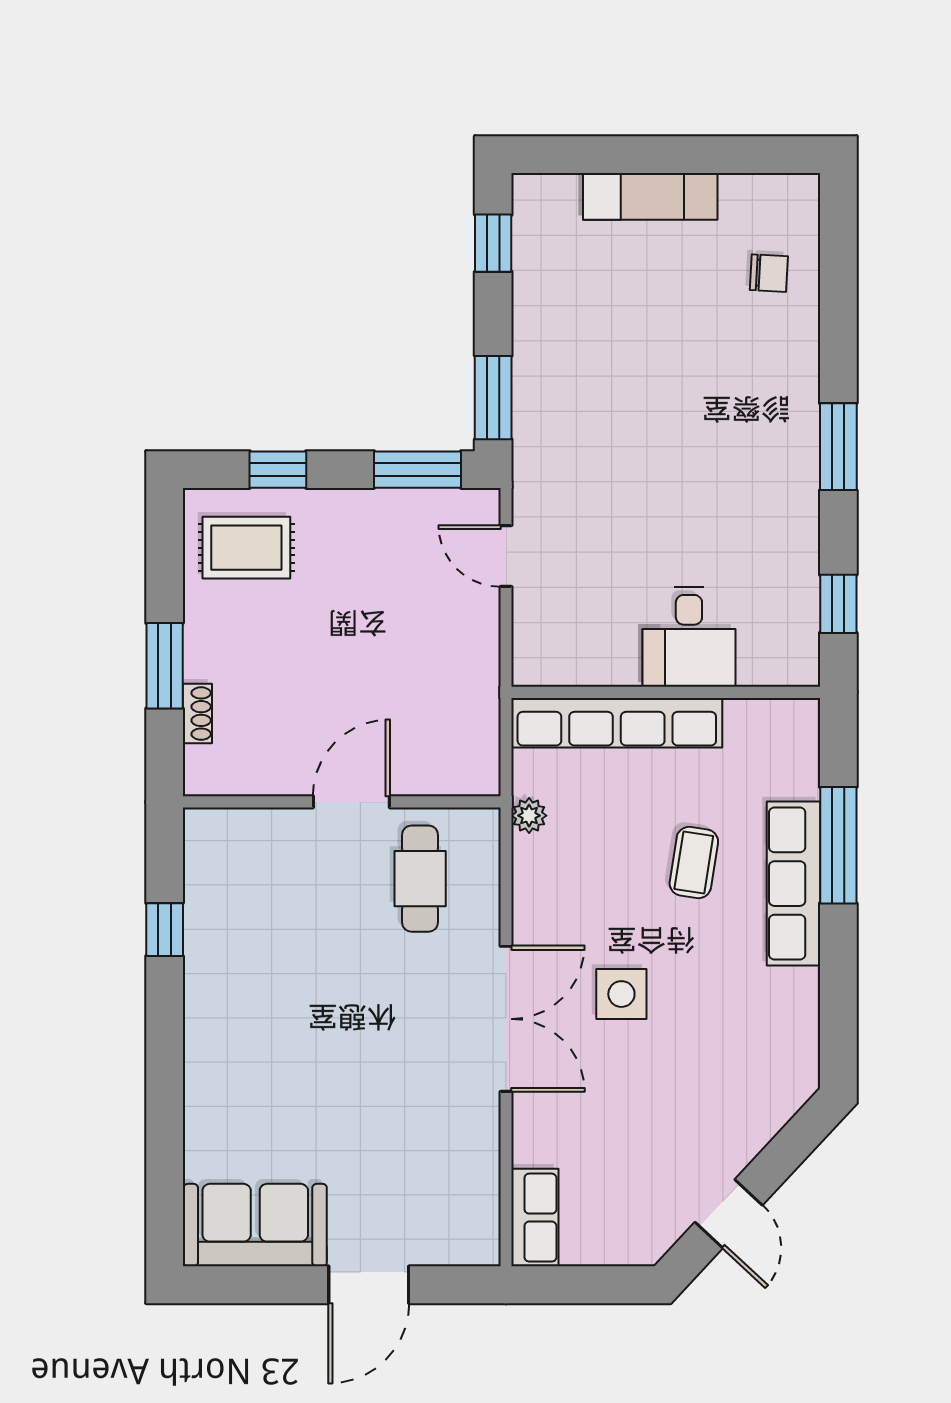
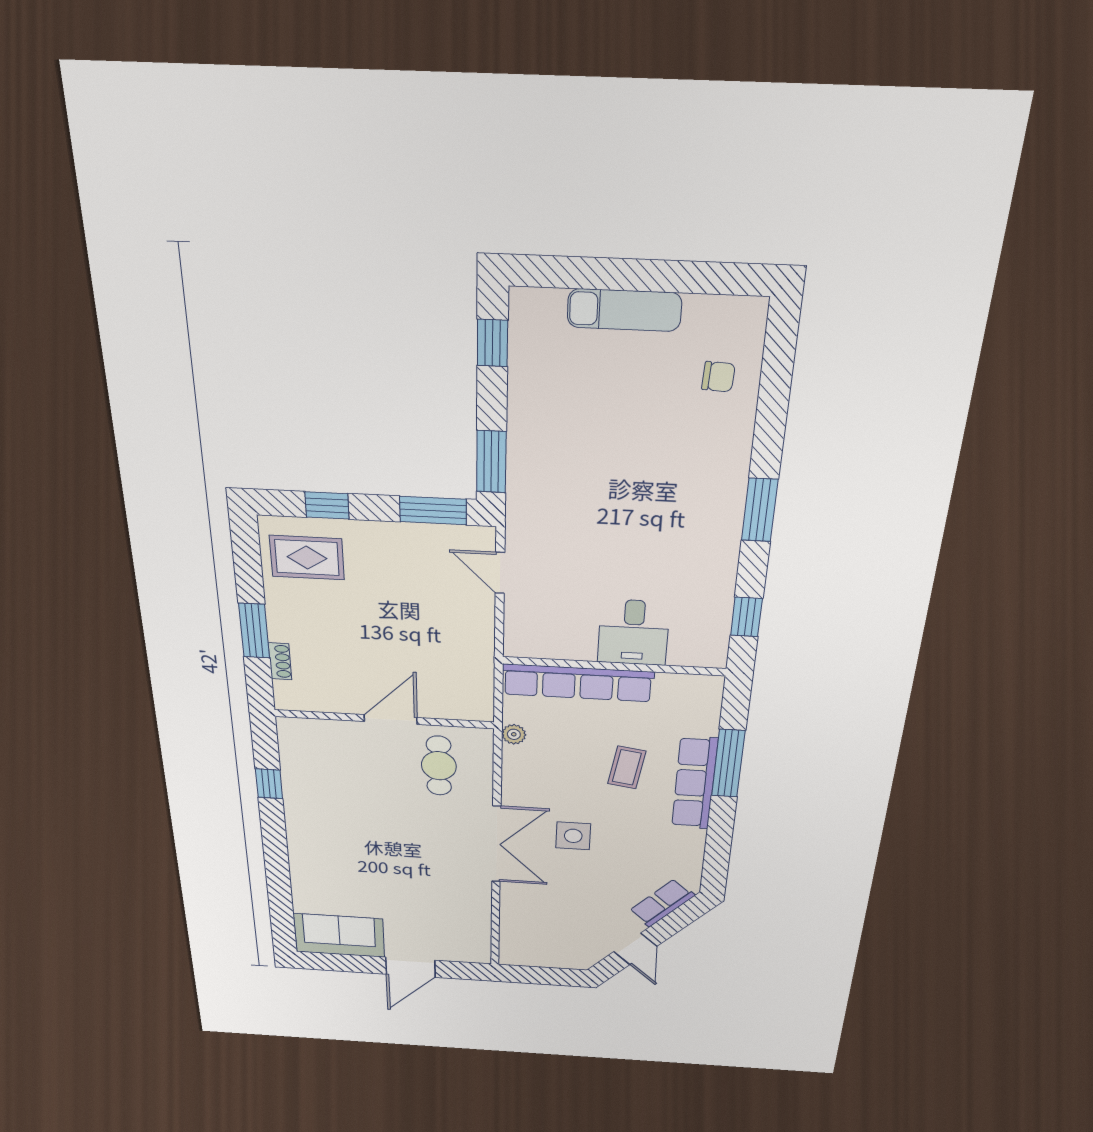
row of seats: (535, 1218) -> (662, 903), moved, turned -137

